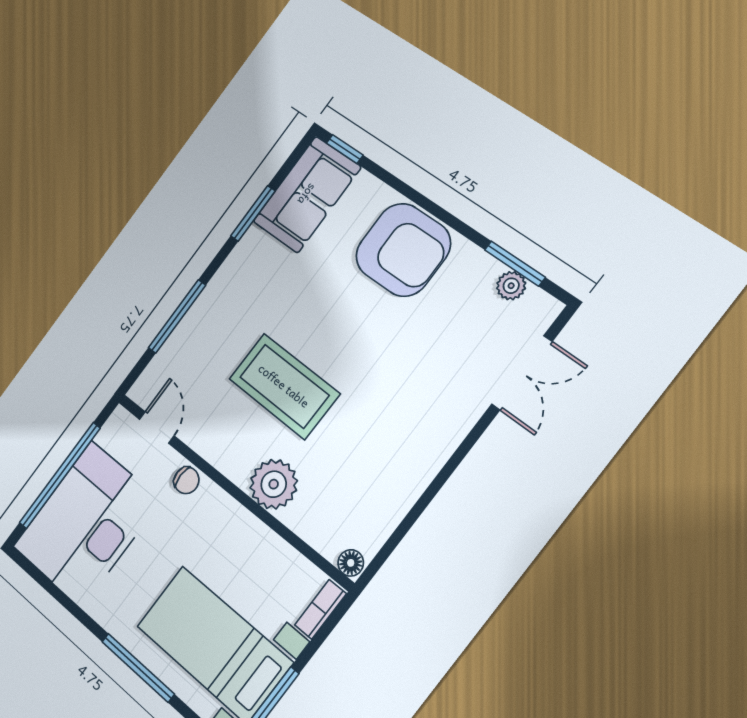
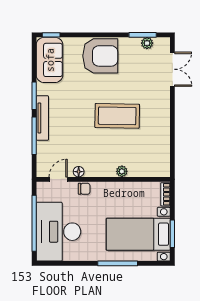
window: (253, 213) -> (34, 96), moved
tv unit: (215, 294) -> (42, 118), added
coffee table: (284, 386) -> (117, 116), moved
door: (157, 428) -> (58, 179), hinge flipped
plant: (274, 484) -> (122, 171), width x0.53, depth x0.53
floor lamp: (351, 563) -> (79, 172), moved

